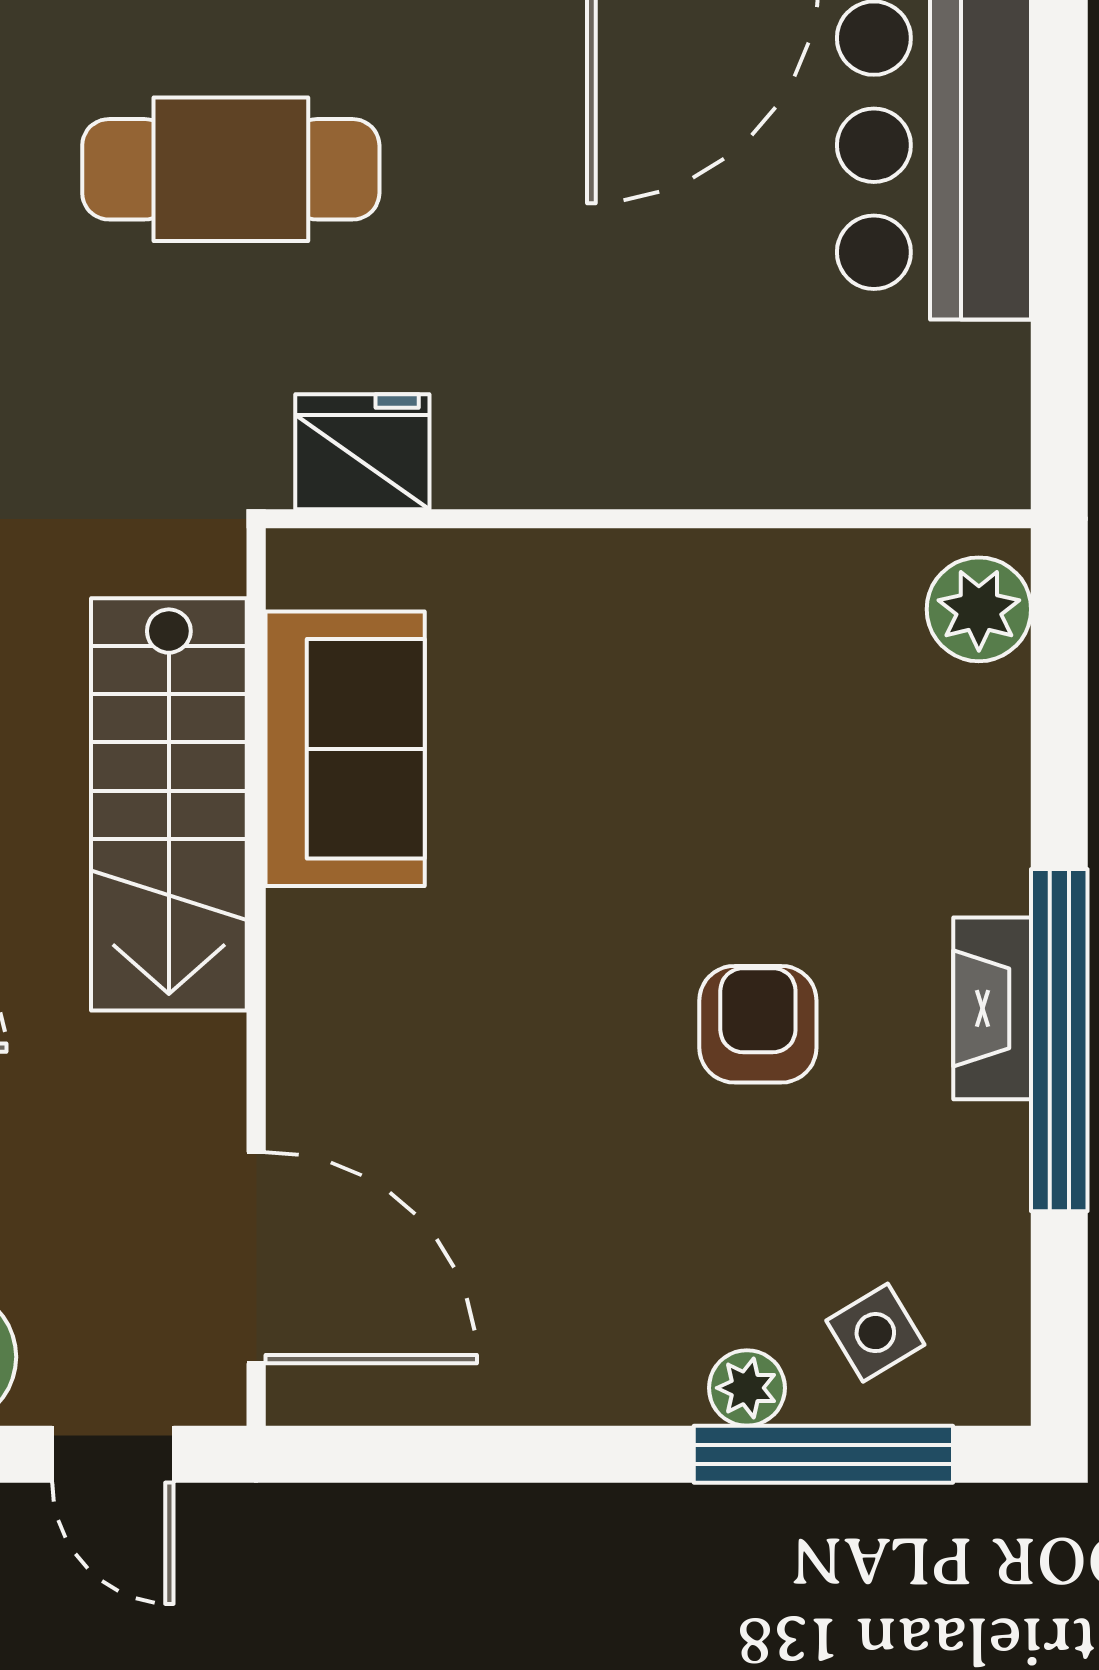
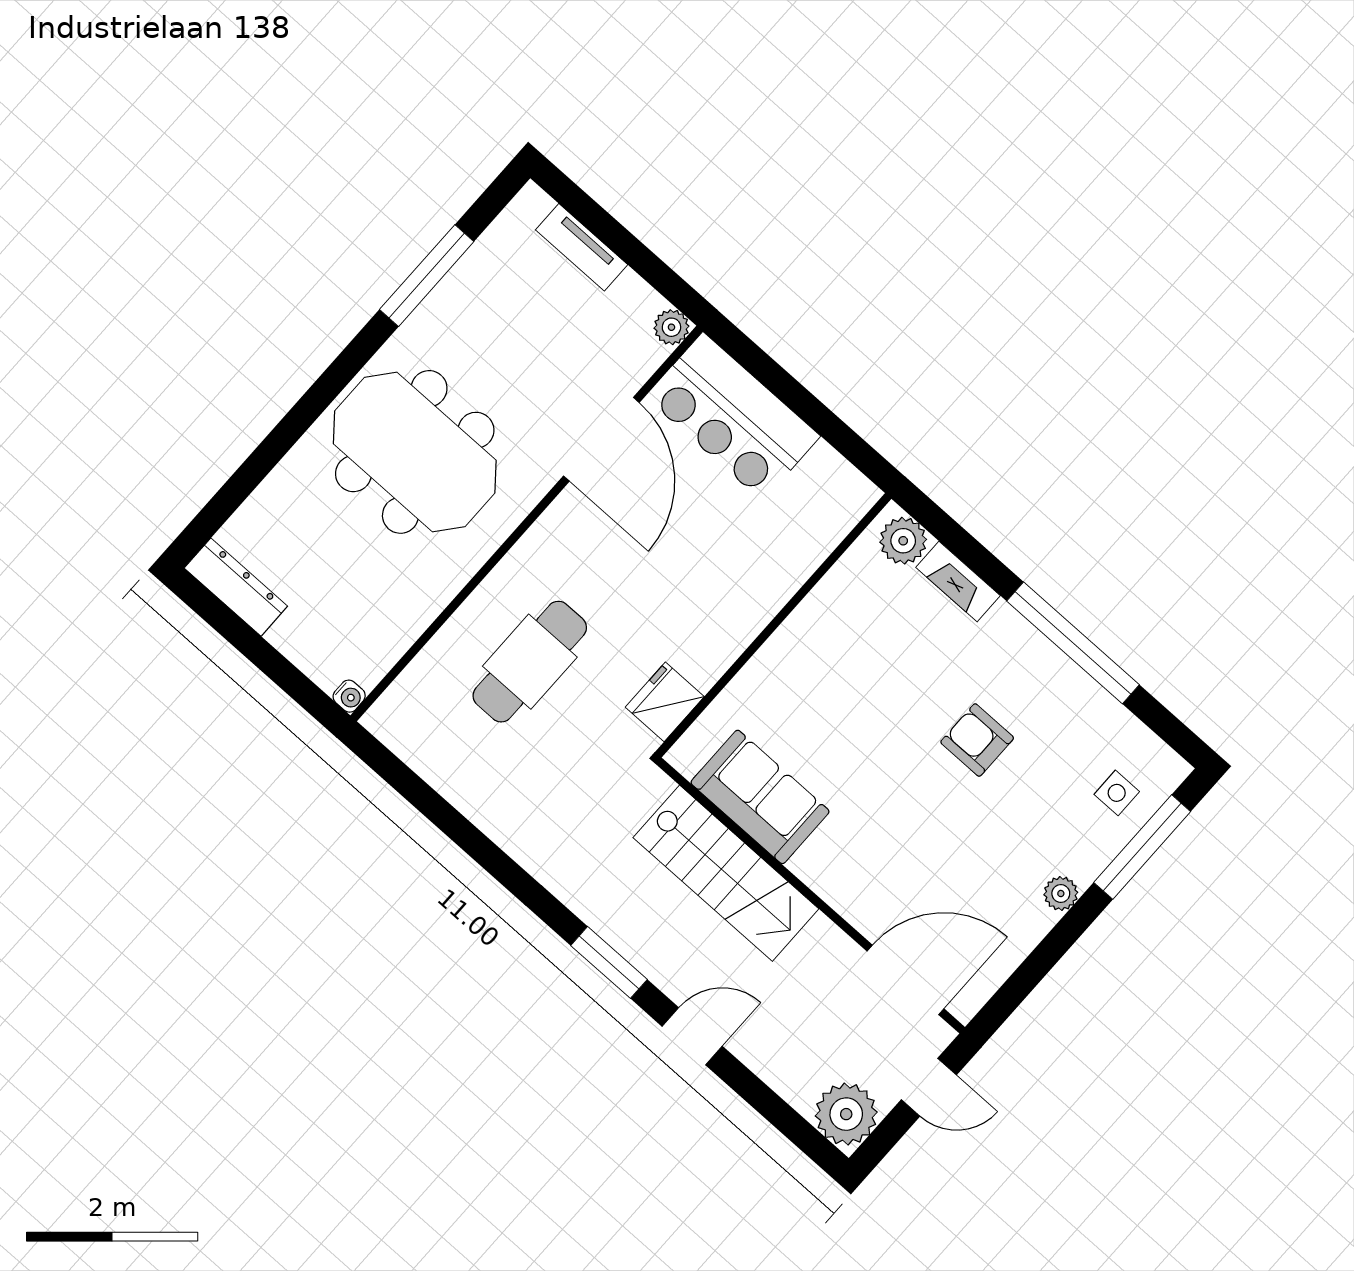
fireplace: (992, 1008) -> (958, 581), moved
side table: (875, 1333) -> (1117, 793), turned 31
plant: (747, 1388) -> (1061, 894), moved

